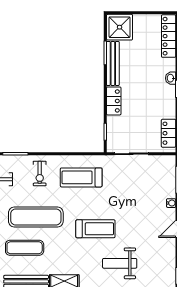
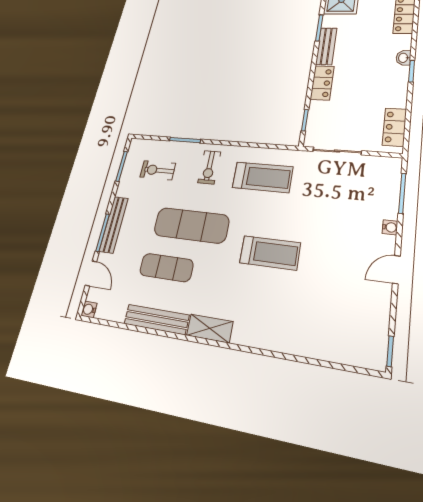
bench: (113, 63) -> (326, 46), width x0.73
treadmill: (81, 177) -> (263, 177), turned 180
weight bench: (120, 263) -> (298, 313), removed

